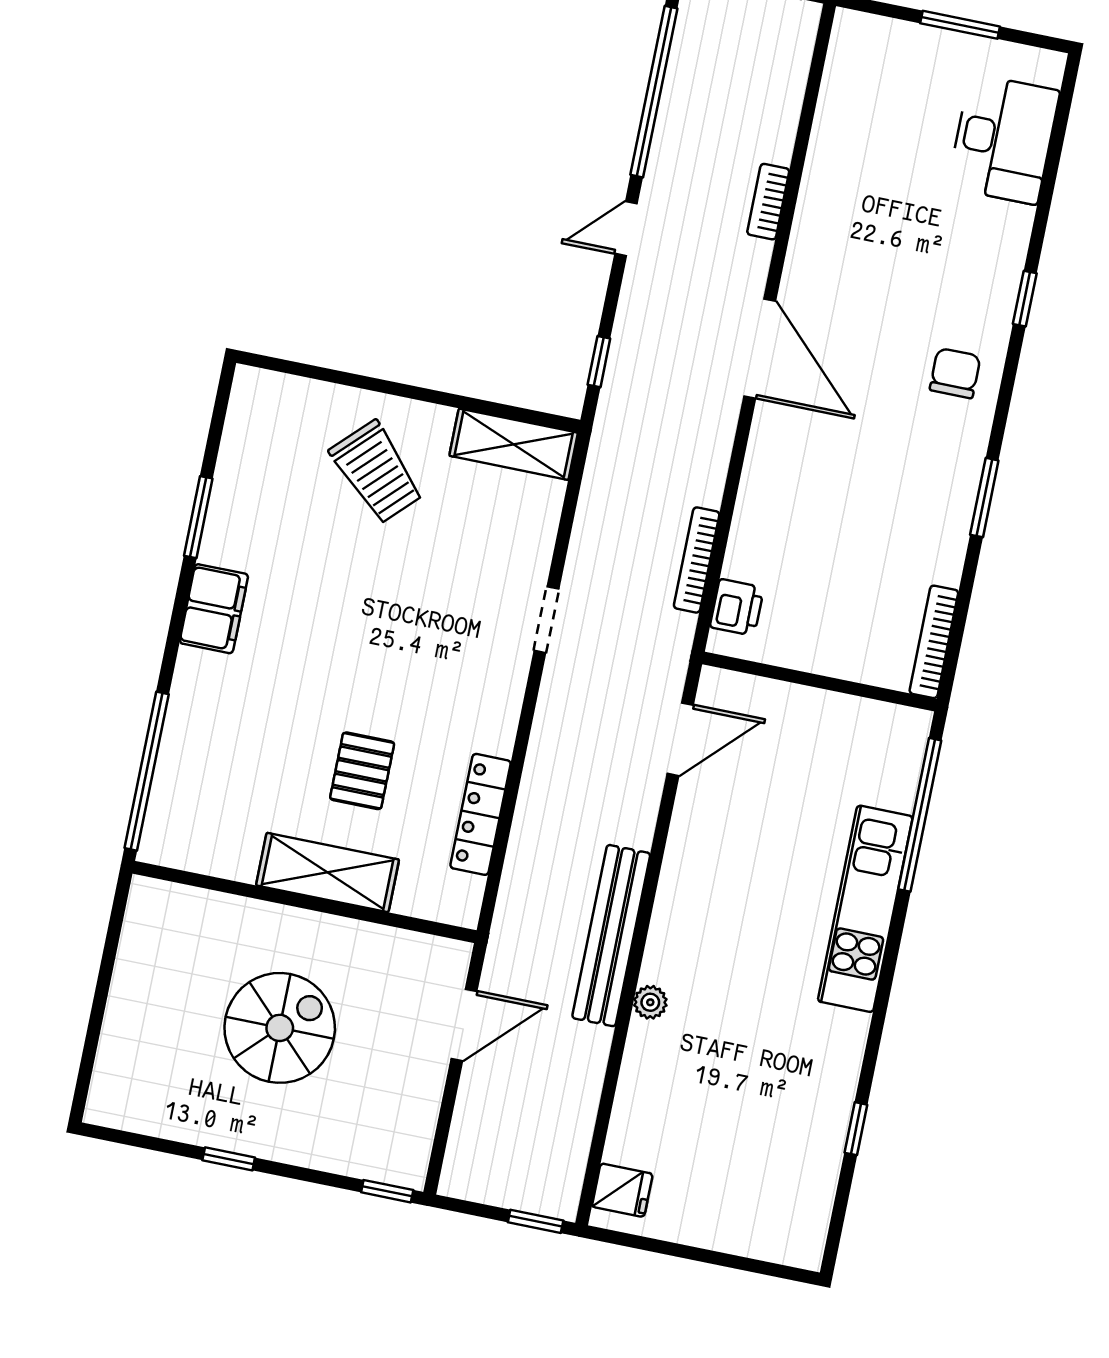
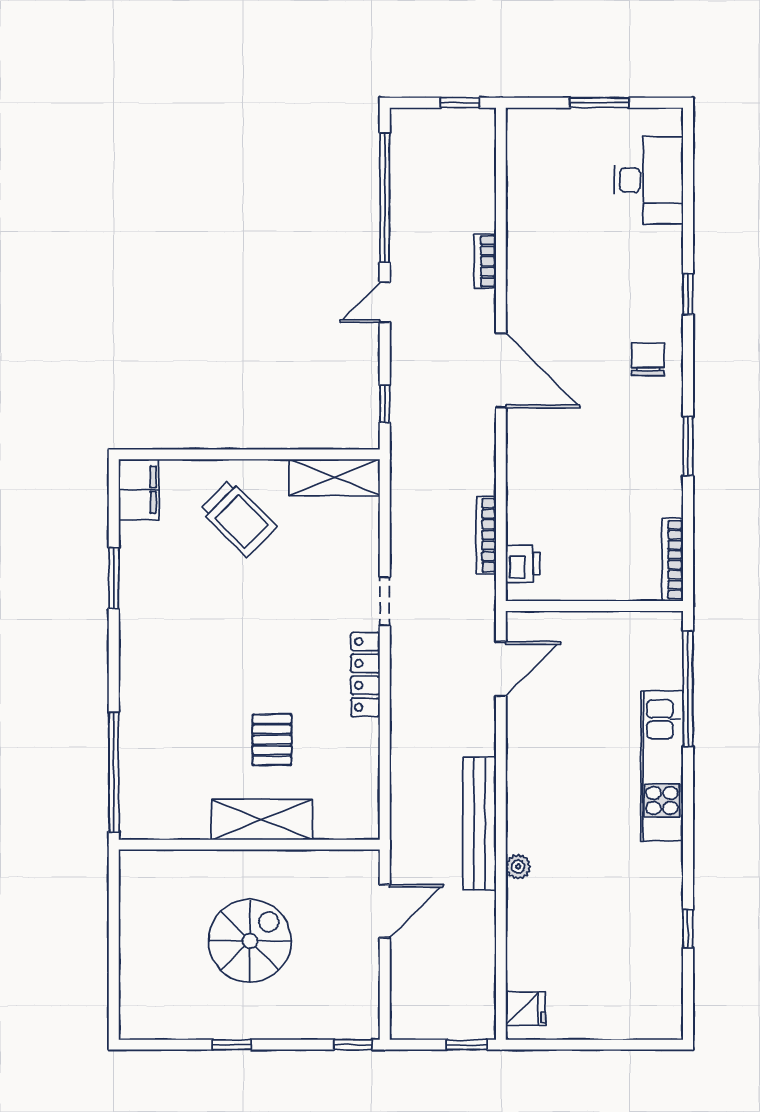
filing cabinet: (214, 609) -> (139, 490), moved
locker: (480, 814) -> (365, 674), moved

